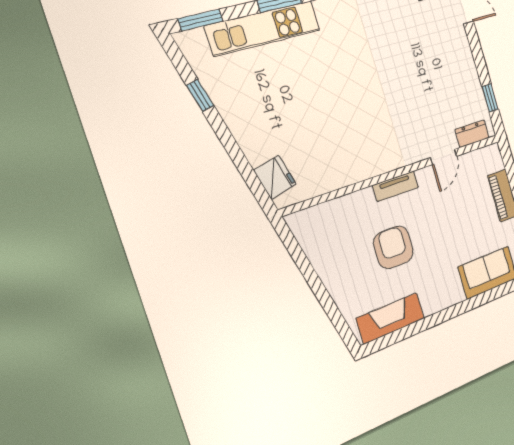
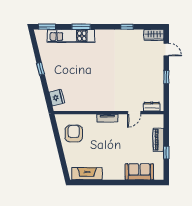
window: (200, 95) -> (41, 69), moved
window: (490, 98) -> (166, 77), moved
armchair: (393, 247) -> (74, 134), moved

